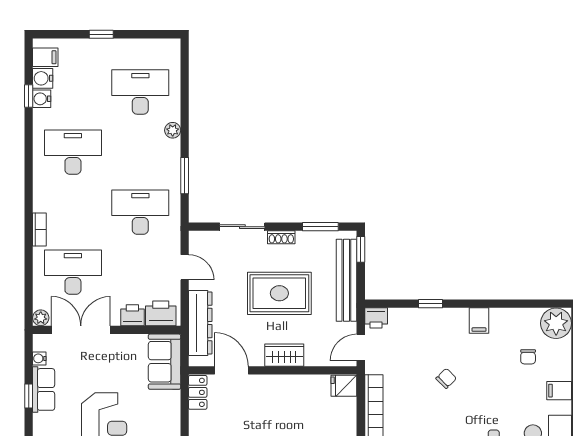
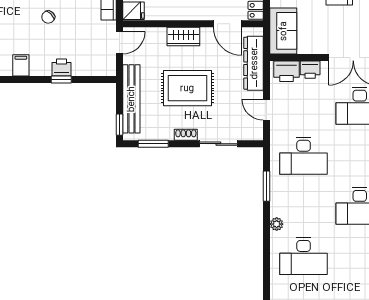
printer: (376, 318) -> (61, 68), moved

